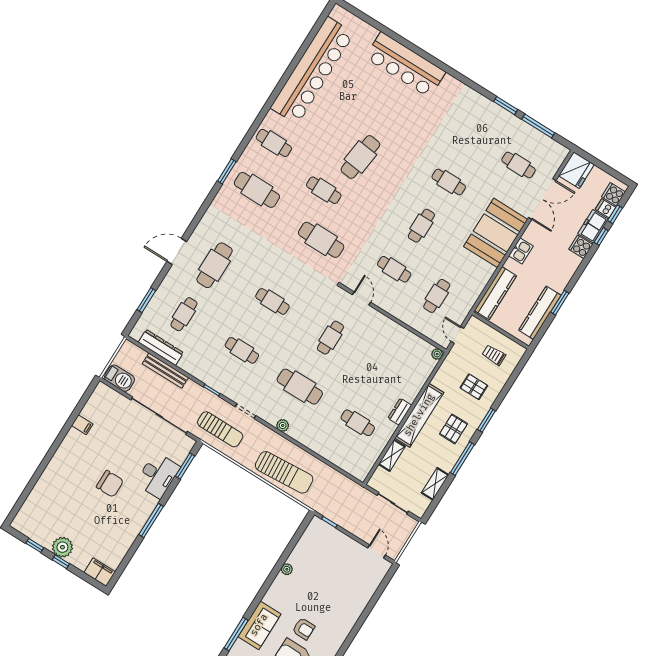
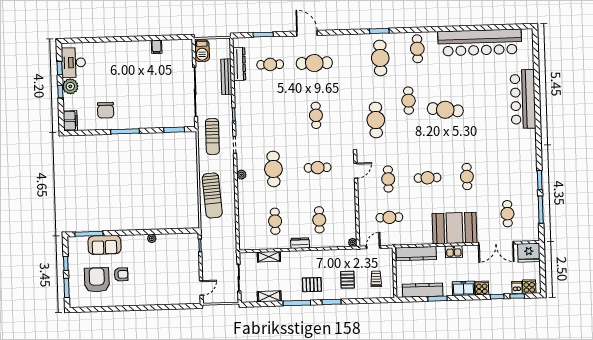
freezer: (593, 226) -> (463, 288), moved
cafe table: (242, 350) -> (319, 220), moved
shelving: (419, 415) -> (306, 257), removed
desk: (158, 475) -> (73, 63), moved, turned 90
chair: (110, 484) -> (106, 110), moved
armchair: (304, 629) -> (121, 274), turned -90

